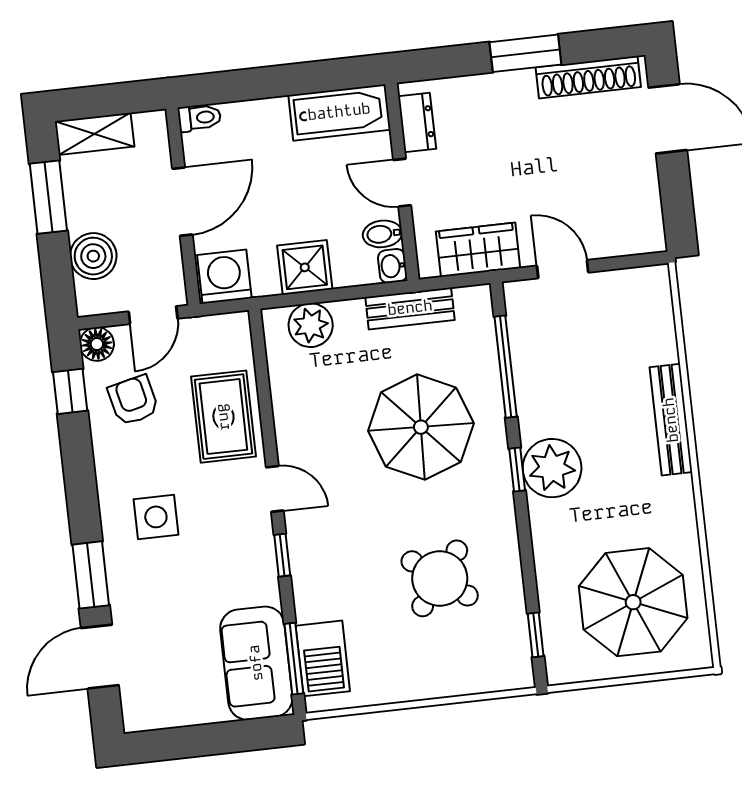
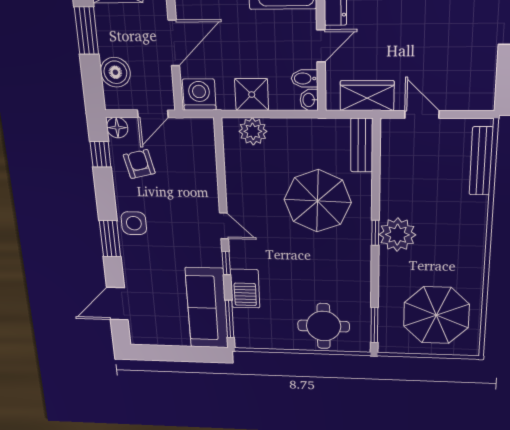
door: (402, 183) -> (321, 46), swing flipped
bench: (410, 308) -> (362, 145), moved, turned 90
window: (506, 367) -> (376, 171), removed
rug: (223, 417) -> (195, 180), removed
bench: (671, 420) -> (481, 161), moved
side table: (156, 517) -> (134, 223), moved
window: (91, 575) -> (110, 239), moved
round table: (440, 578) -> (324, 326), moved, turned -38
window: (536, 635) -> (374, 325), width x1.50
barbecue: (323, 658) -> (245, 289), moved
sofa: (256, 663) -> (207, 308), width x1.36

